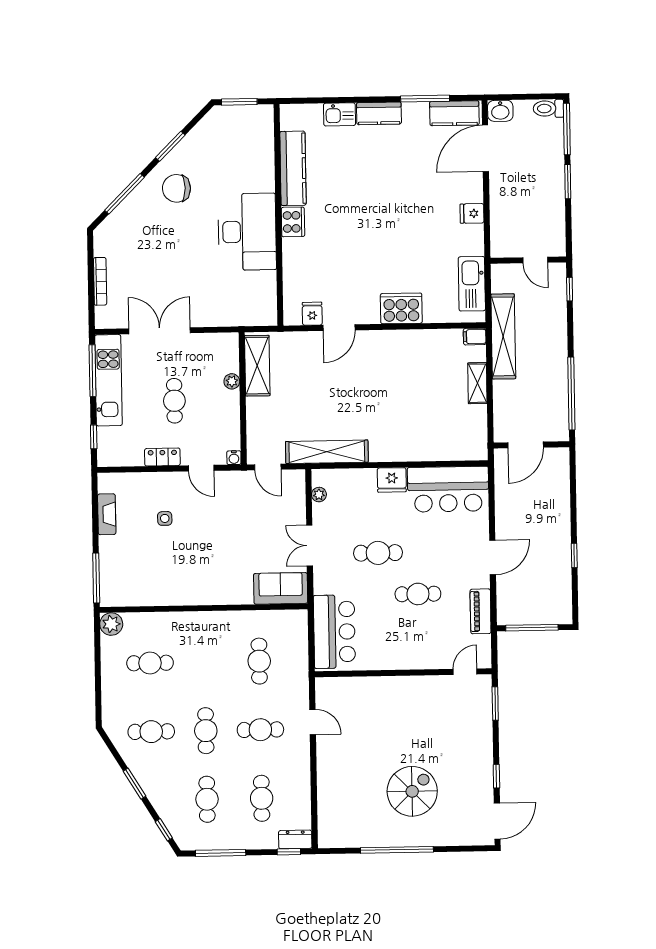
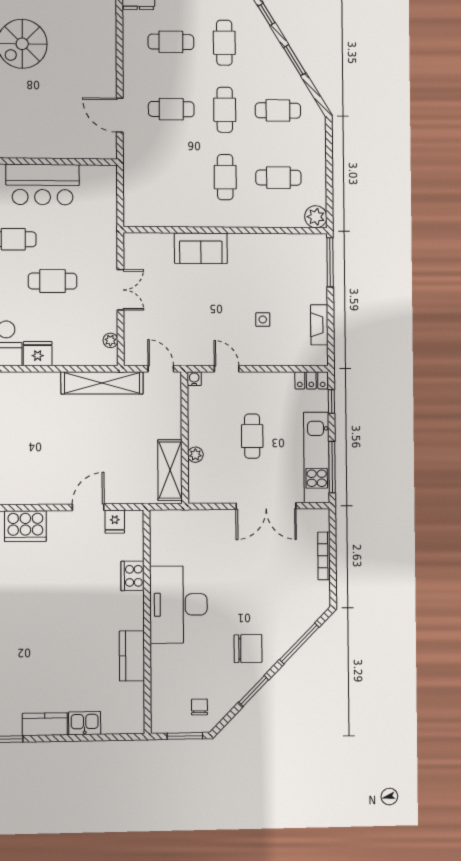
chair: (225, 130) -> (199, 707), added
kitchen counter: (293, 168) -> (132, 656), width x0.67
cooker: (293, 222) -> (133, 576), moved
locker: (162, 457) -> (311, 380), moved
sofa: (281, 588) -> (201, 248), moved
bar counter: (334, 632) -> (43, 185), moved, turned -90
cafe table: (259, 661) -> (225, 177), moved
door: (313, 722) -> (120, 115), width x1.38
cafe table: (262, 798) -> (171, 42), turned 90

